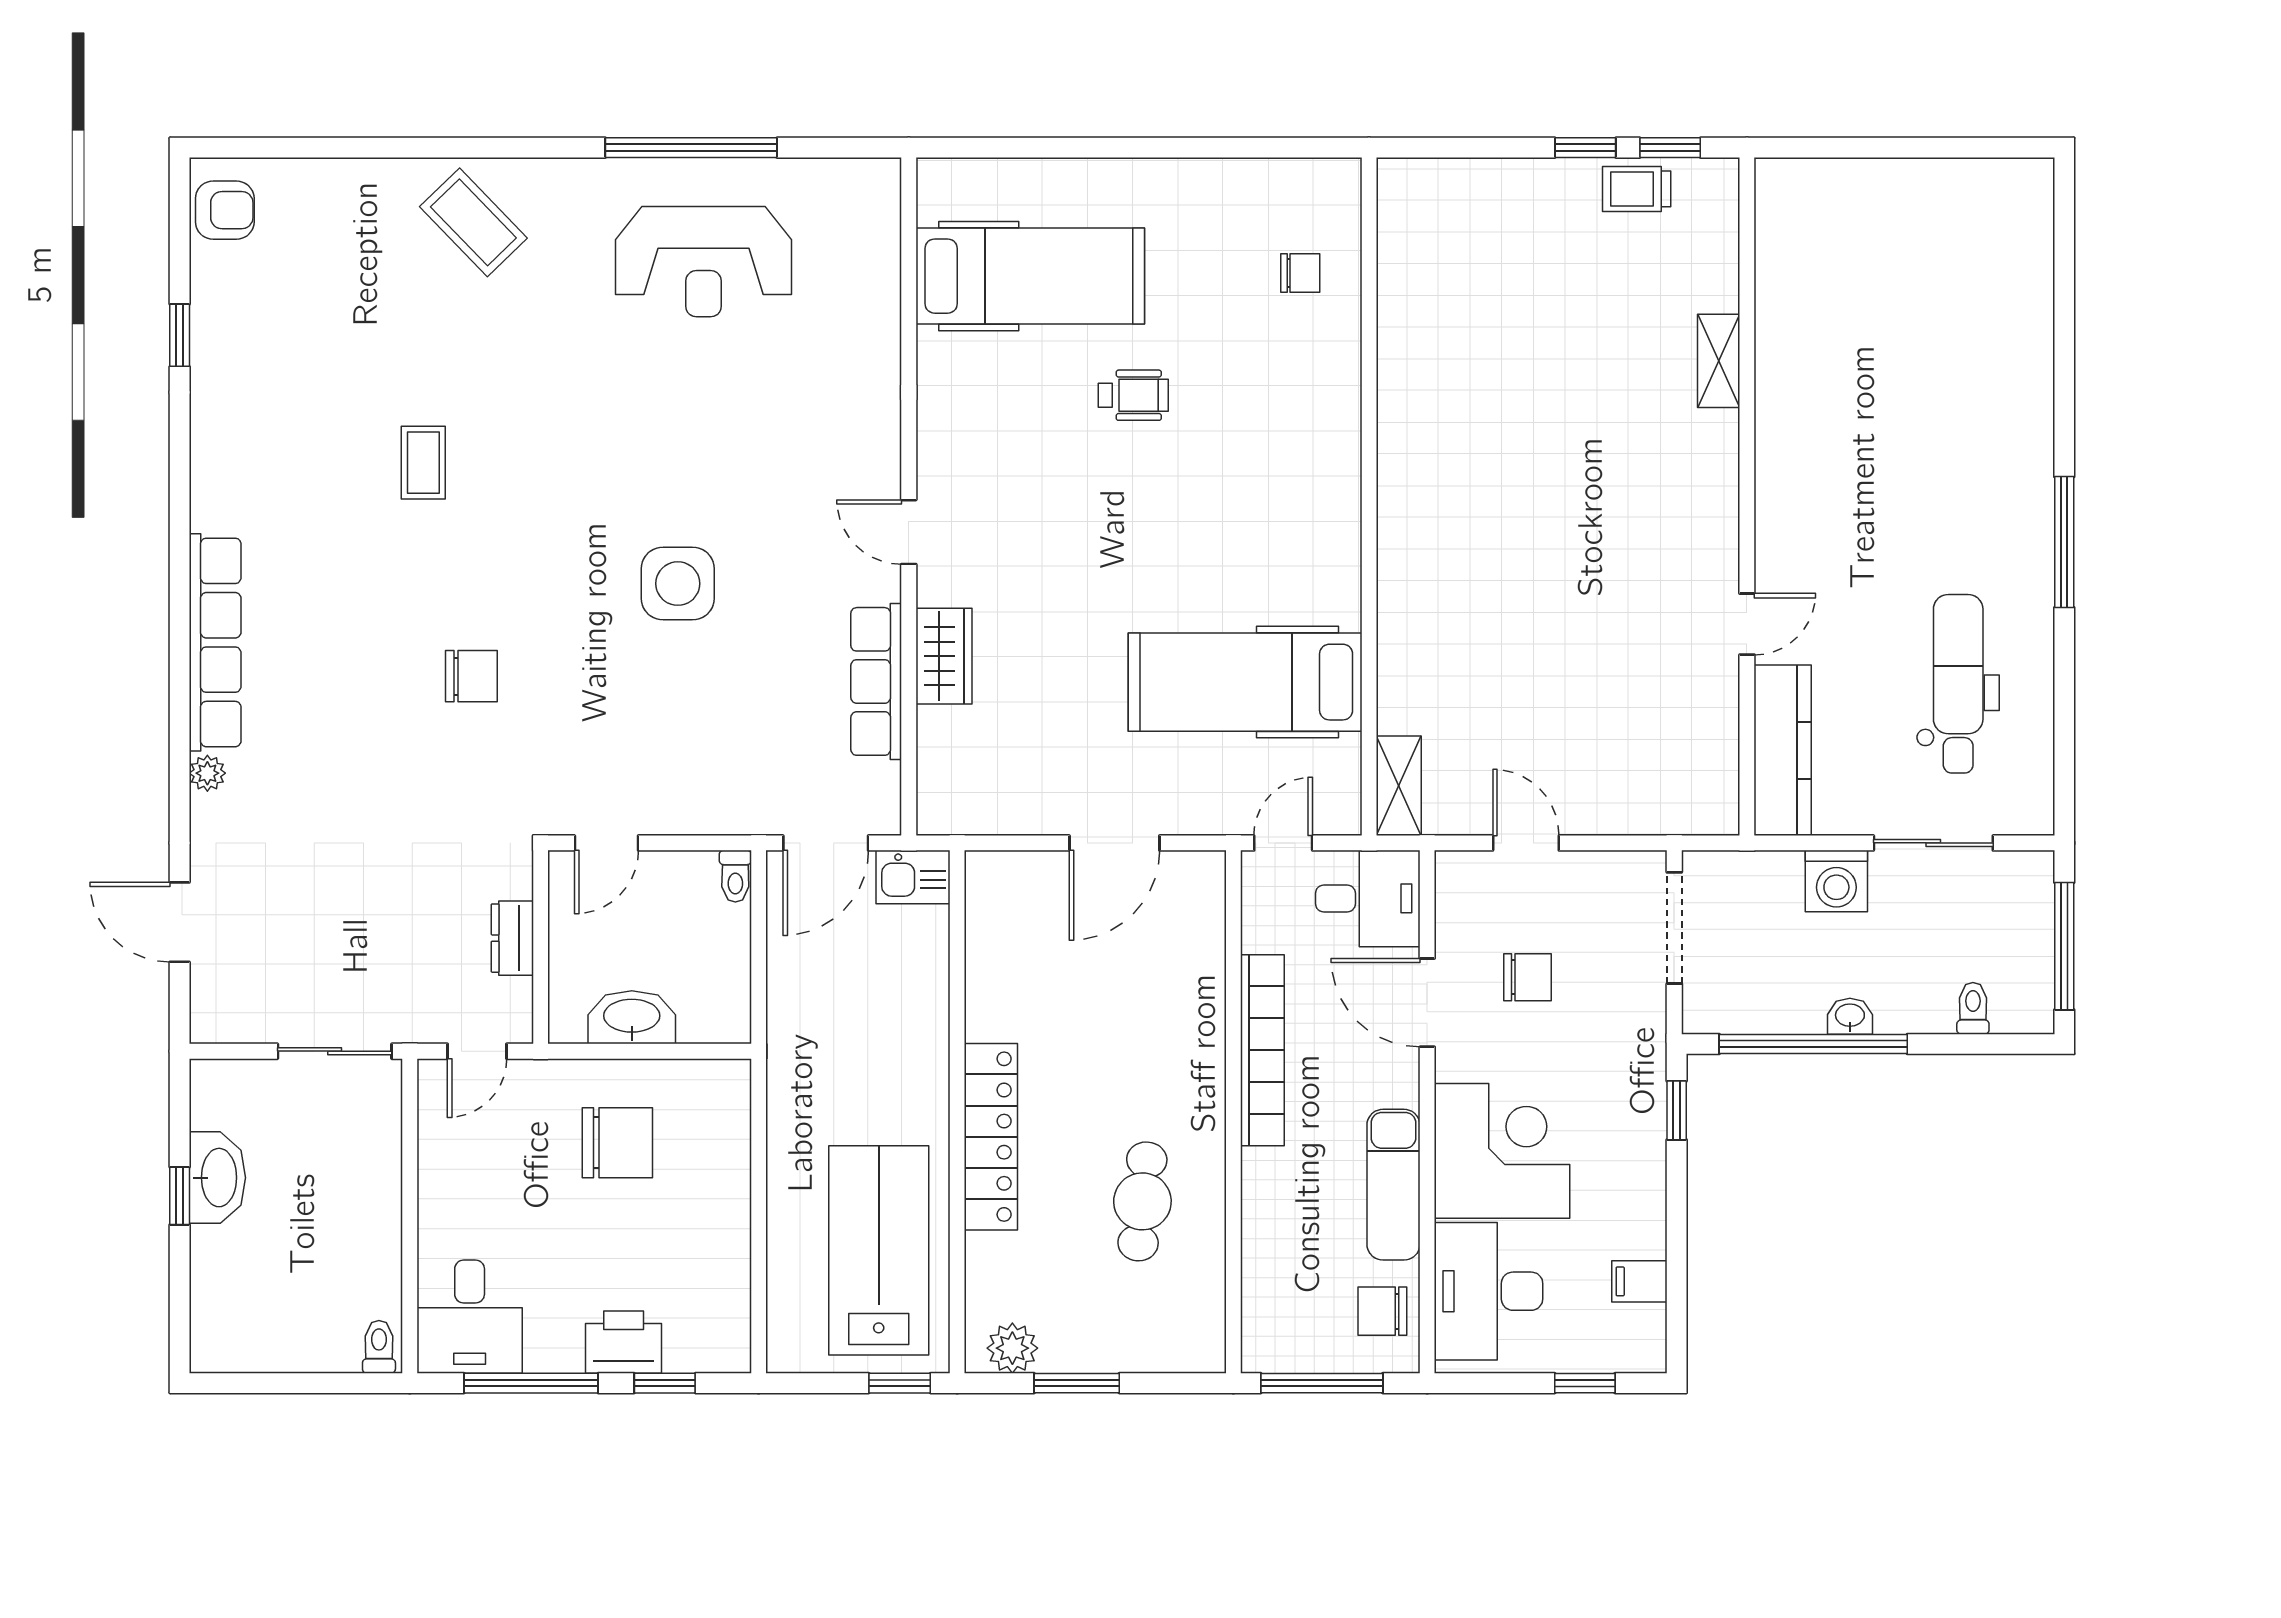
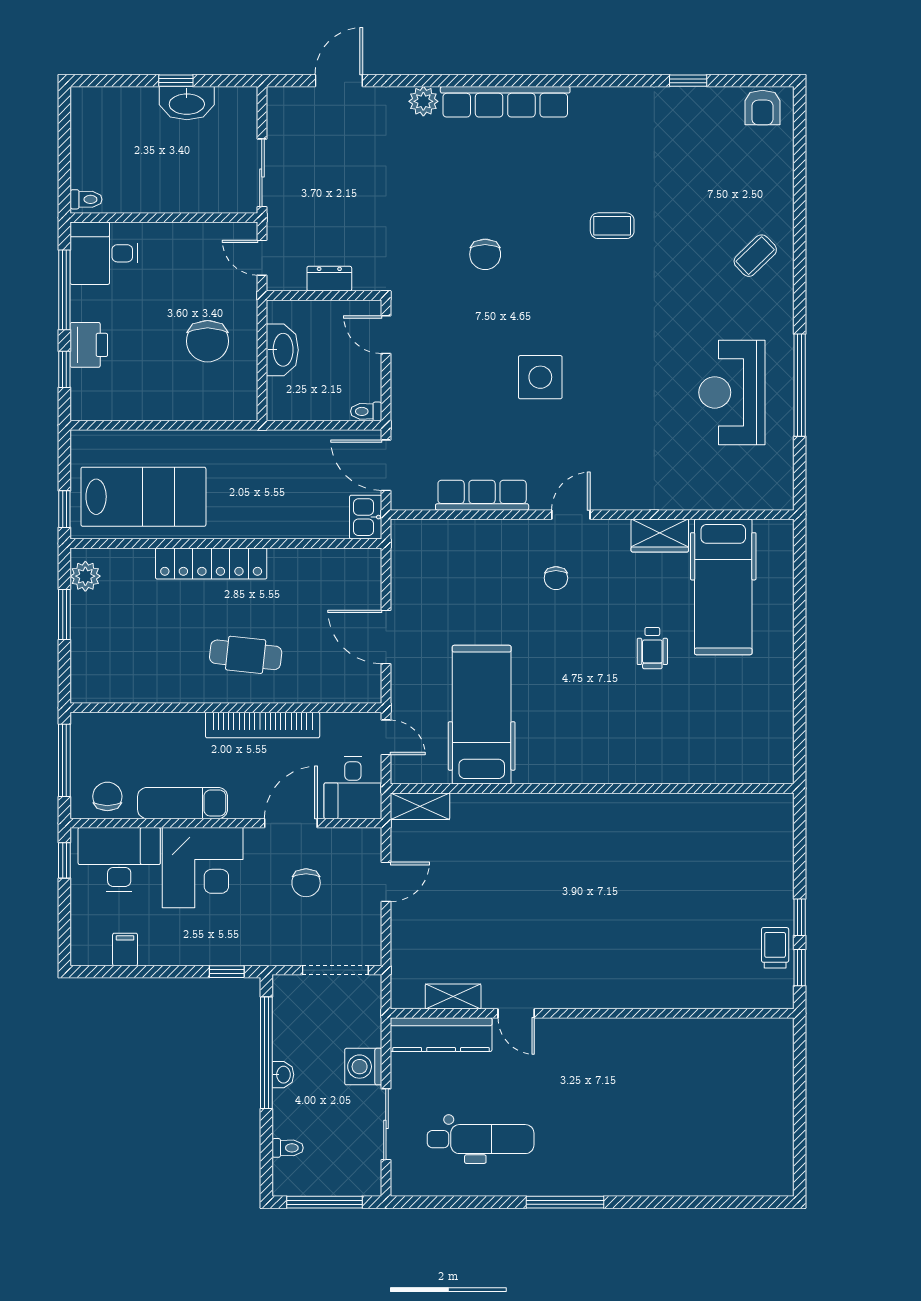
coffee table: (473, 222) -> (755, 256), width x0.73, depth x0.77
chair: (1300, 273) -> (556, 578), moved
shelving: (1719, 361) -> (453, 997), moved
wardrobe: (944, 656) -> (660, 536), moved
plant: (207, 773) -> (423, 101), width x1.38, depth x1.38
cafe table: (1142, 1201) -> (246, 655), moved
window: (1585, 1383) -> (64, 860), moved

